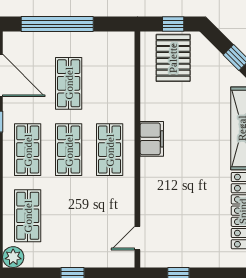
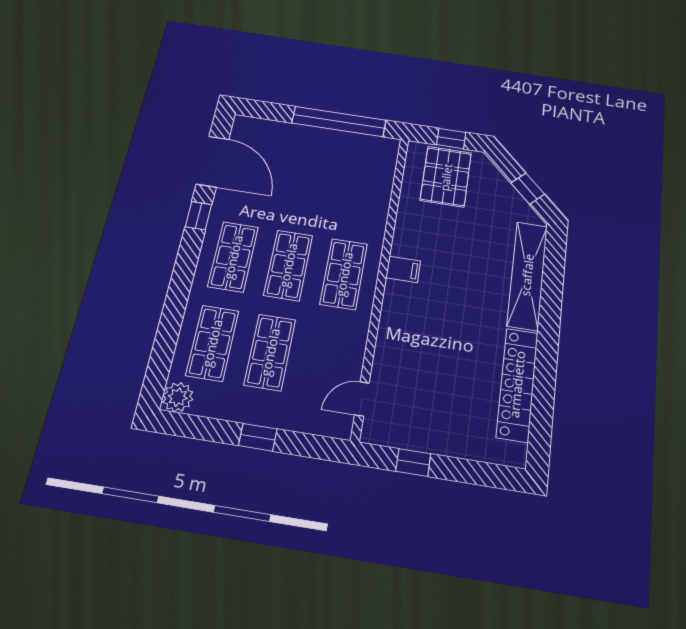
window: (57, 24) -> (339, 122), moved
shop shelf: (69, 83) -> (270, 352), moved
filing cabinet: (152, 139) -> (403, 269), width x0.50

